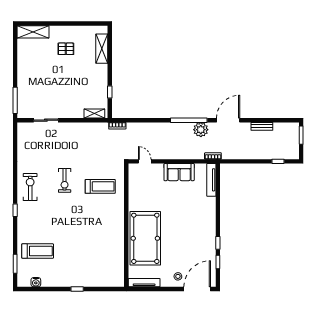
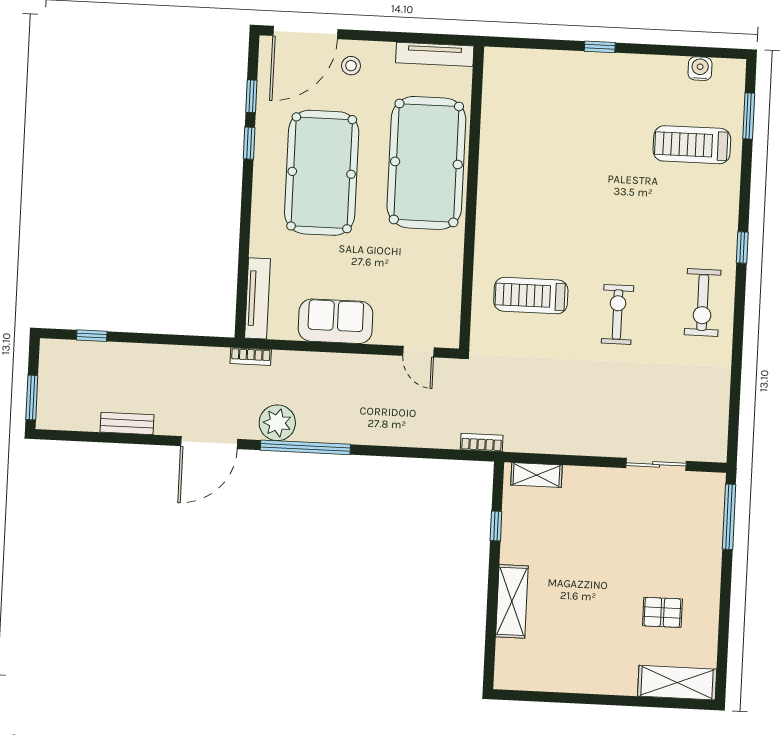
pallet: (66, 49) -> (662, 612), moved
shelving: (102, 49) -> (512, 601), moved
pool table: (188, 232) -> (322, 173), added

